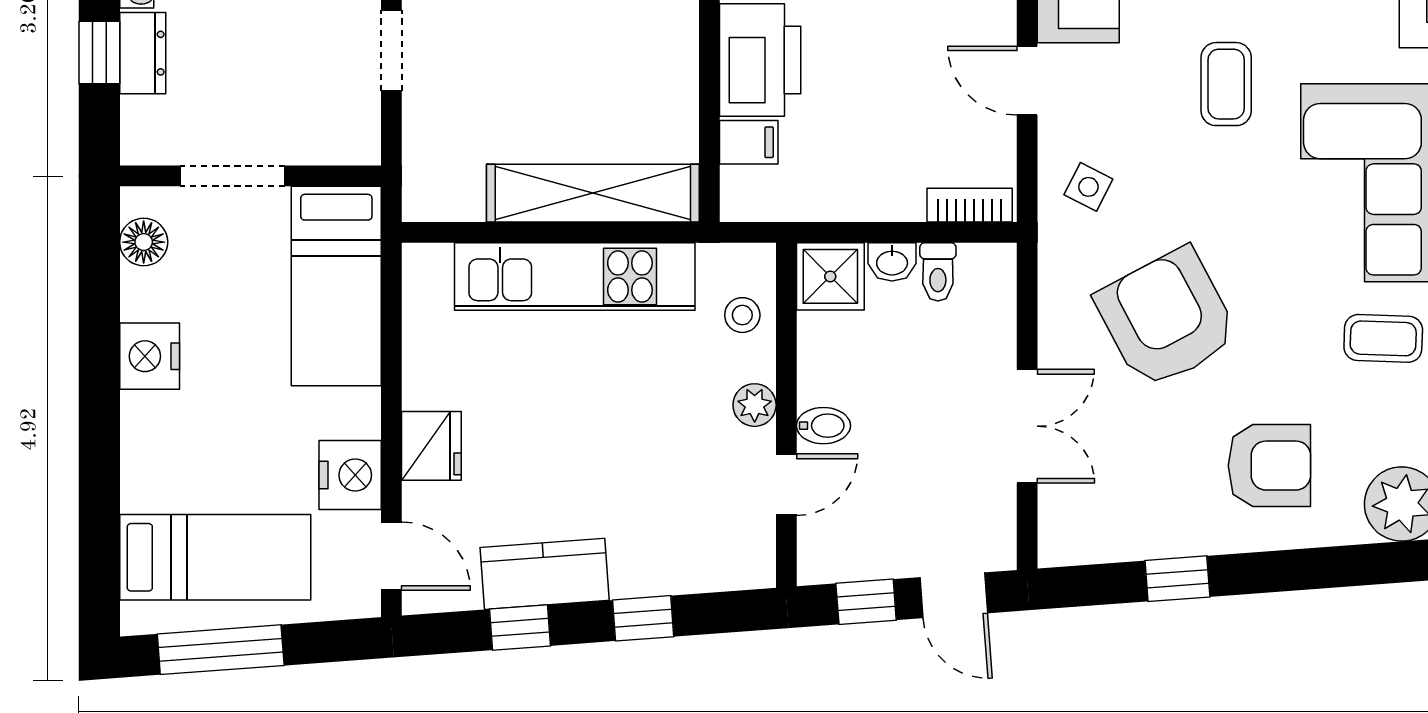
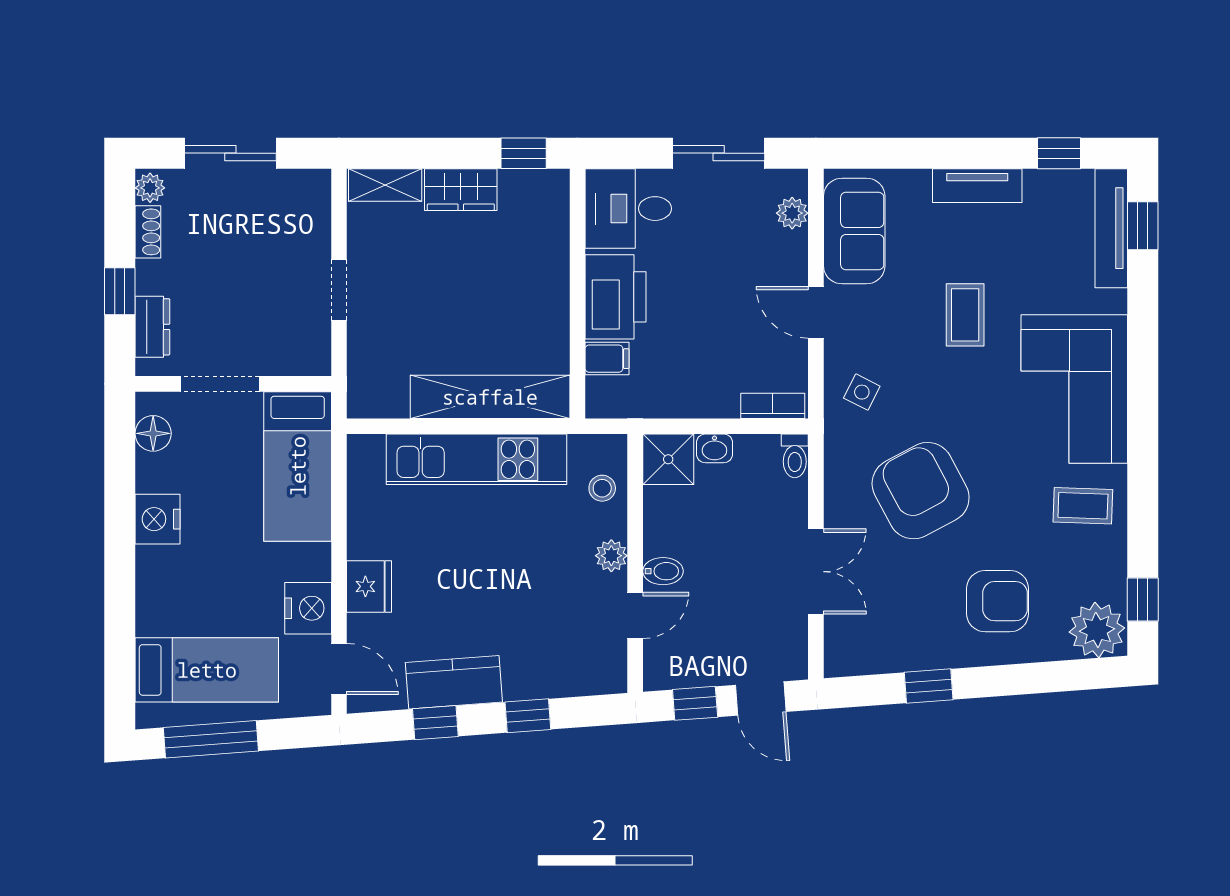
dresser: (143, 53) -> (152, 327), moved
toilet: (938, 272) -> (795, 456), moved

